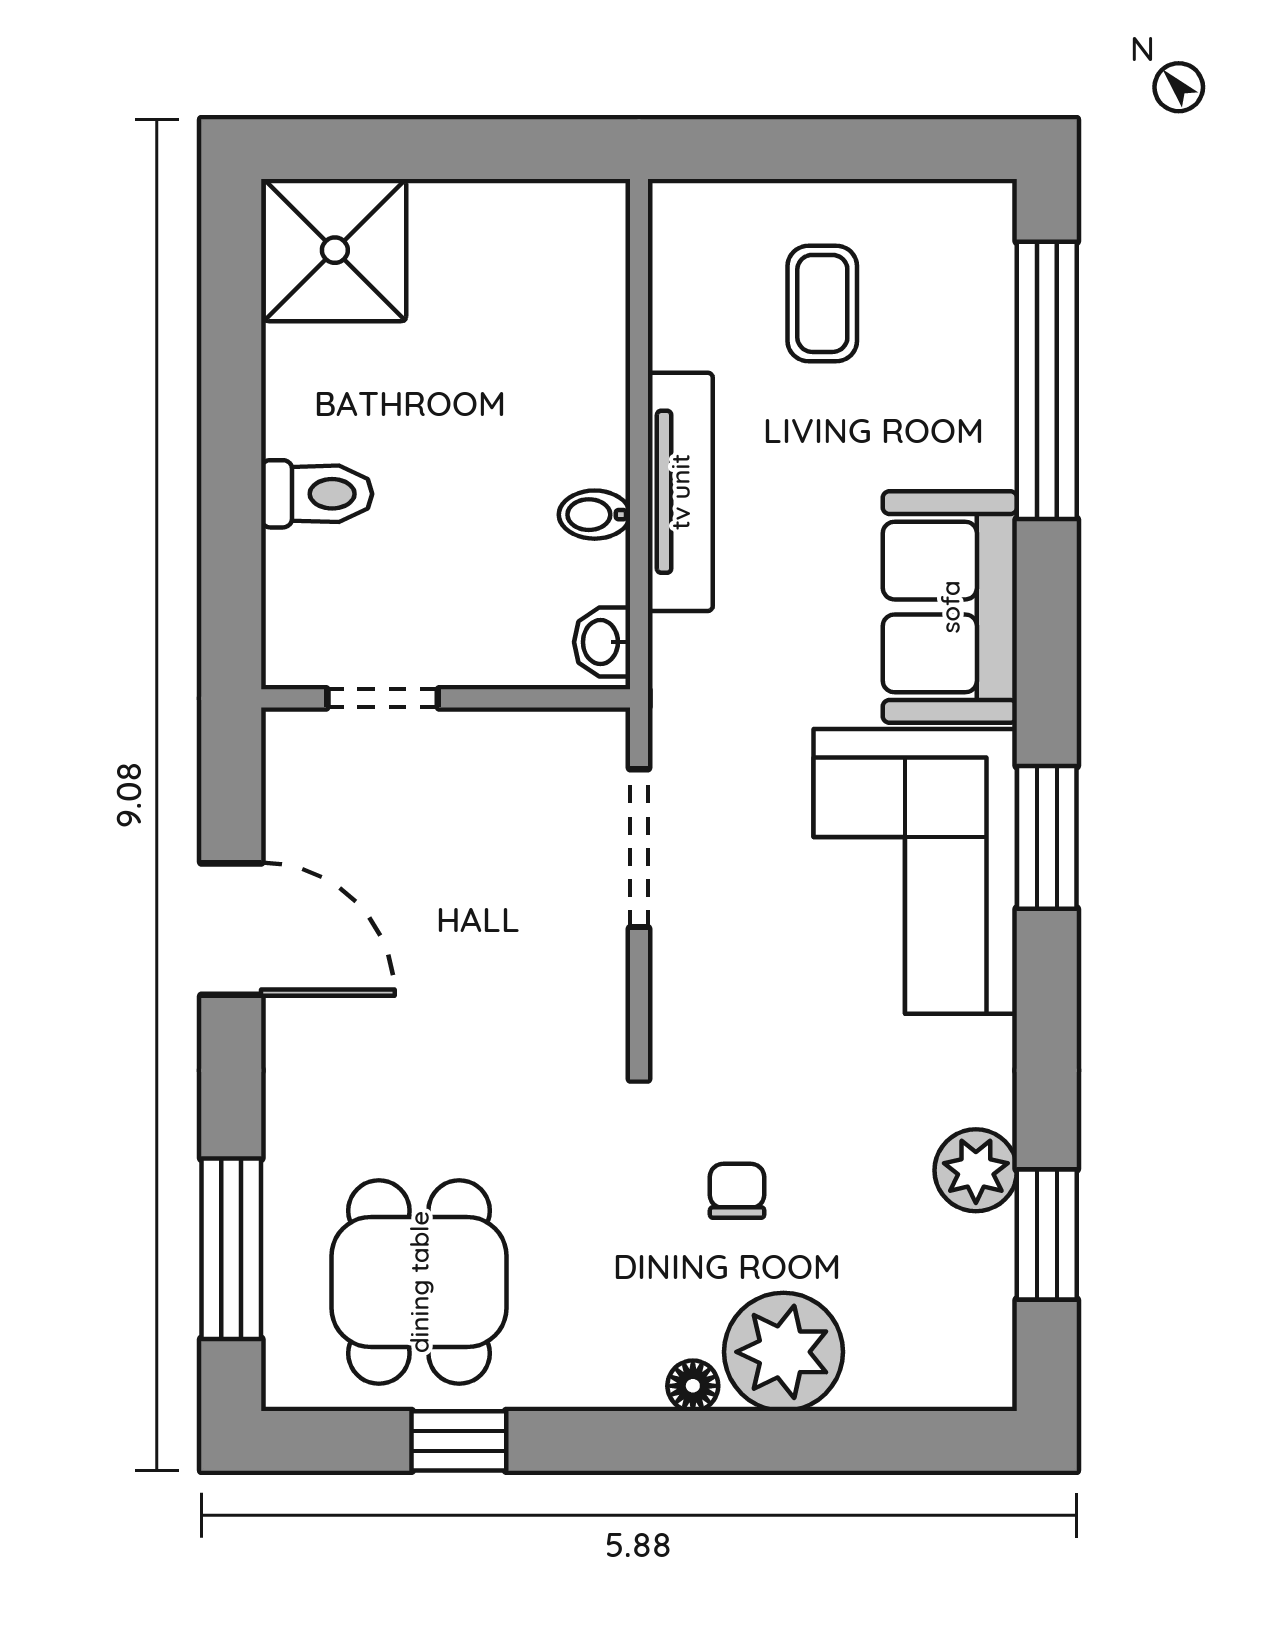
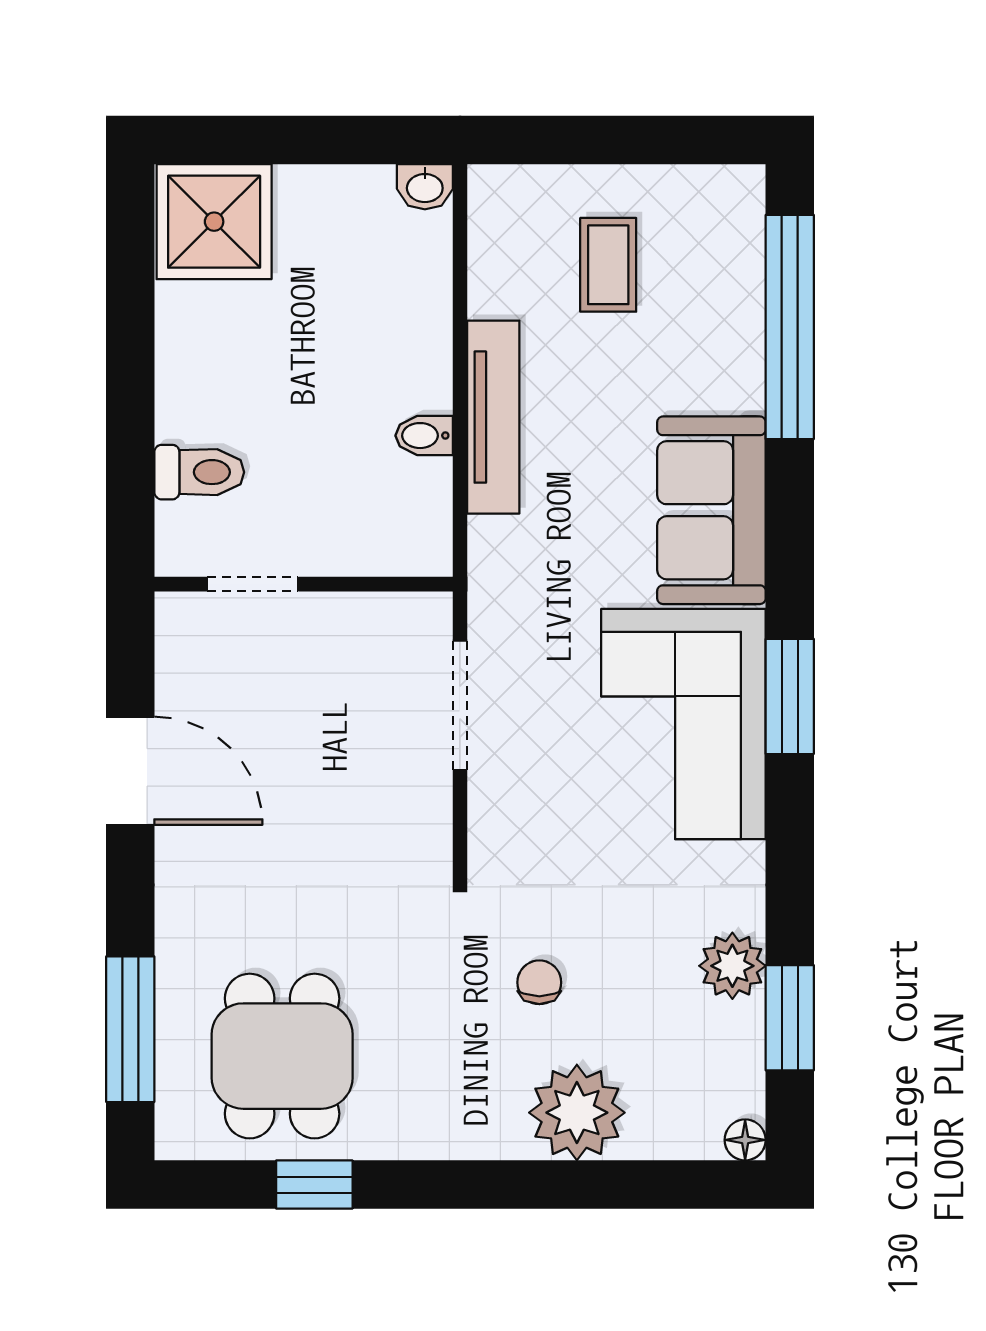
toilet: (317, 494) -> (199, 472), moved
washbasin: (602, 642) -> (425, 187), moved, turned -90
floor lamp: (693, 1386) -> (745, 1140), moved

